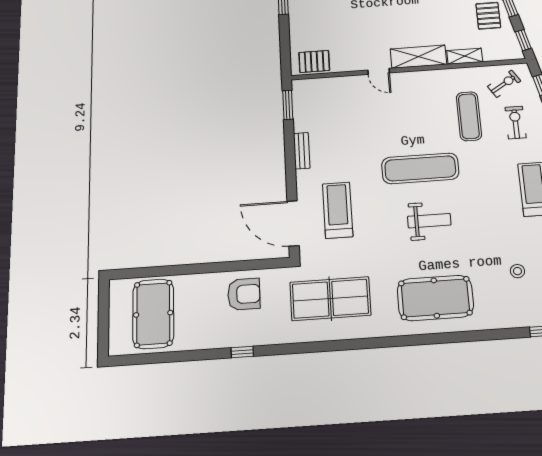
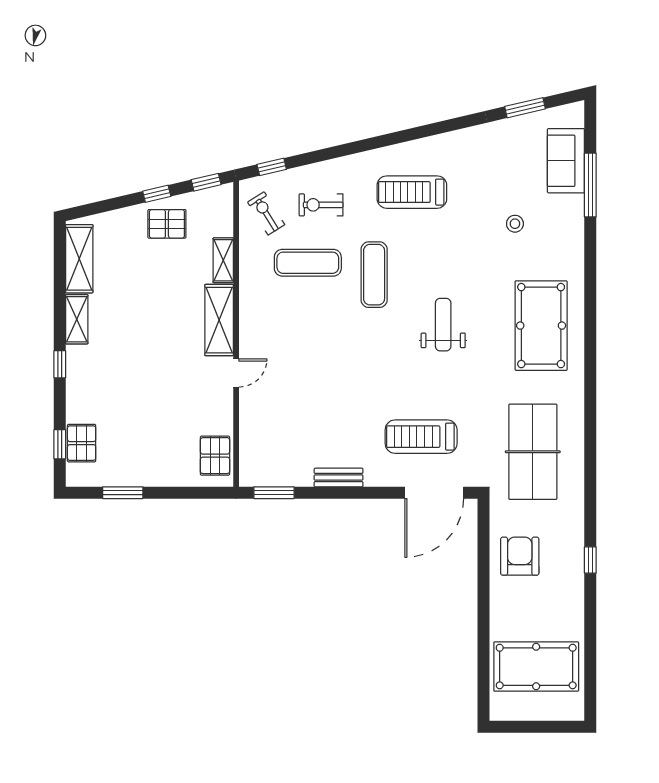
exercise mat: (420, 168) -> (374, 275), moved, width x0.73, depth x0.69

